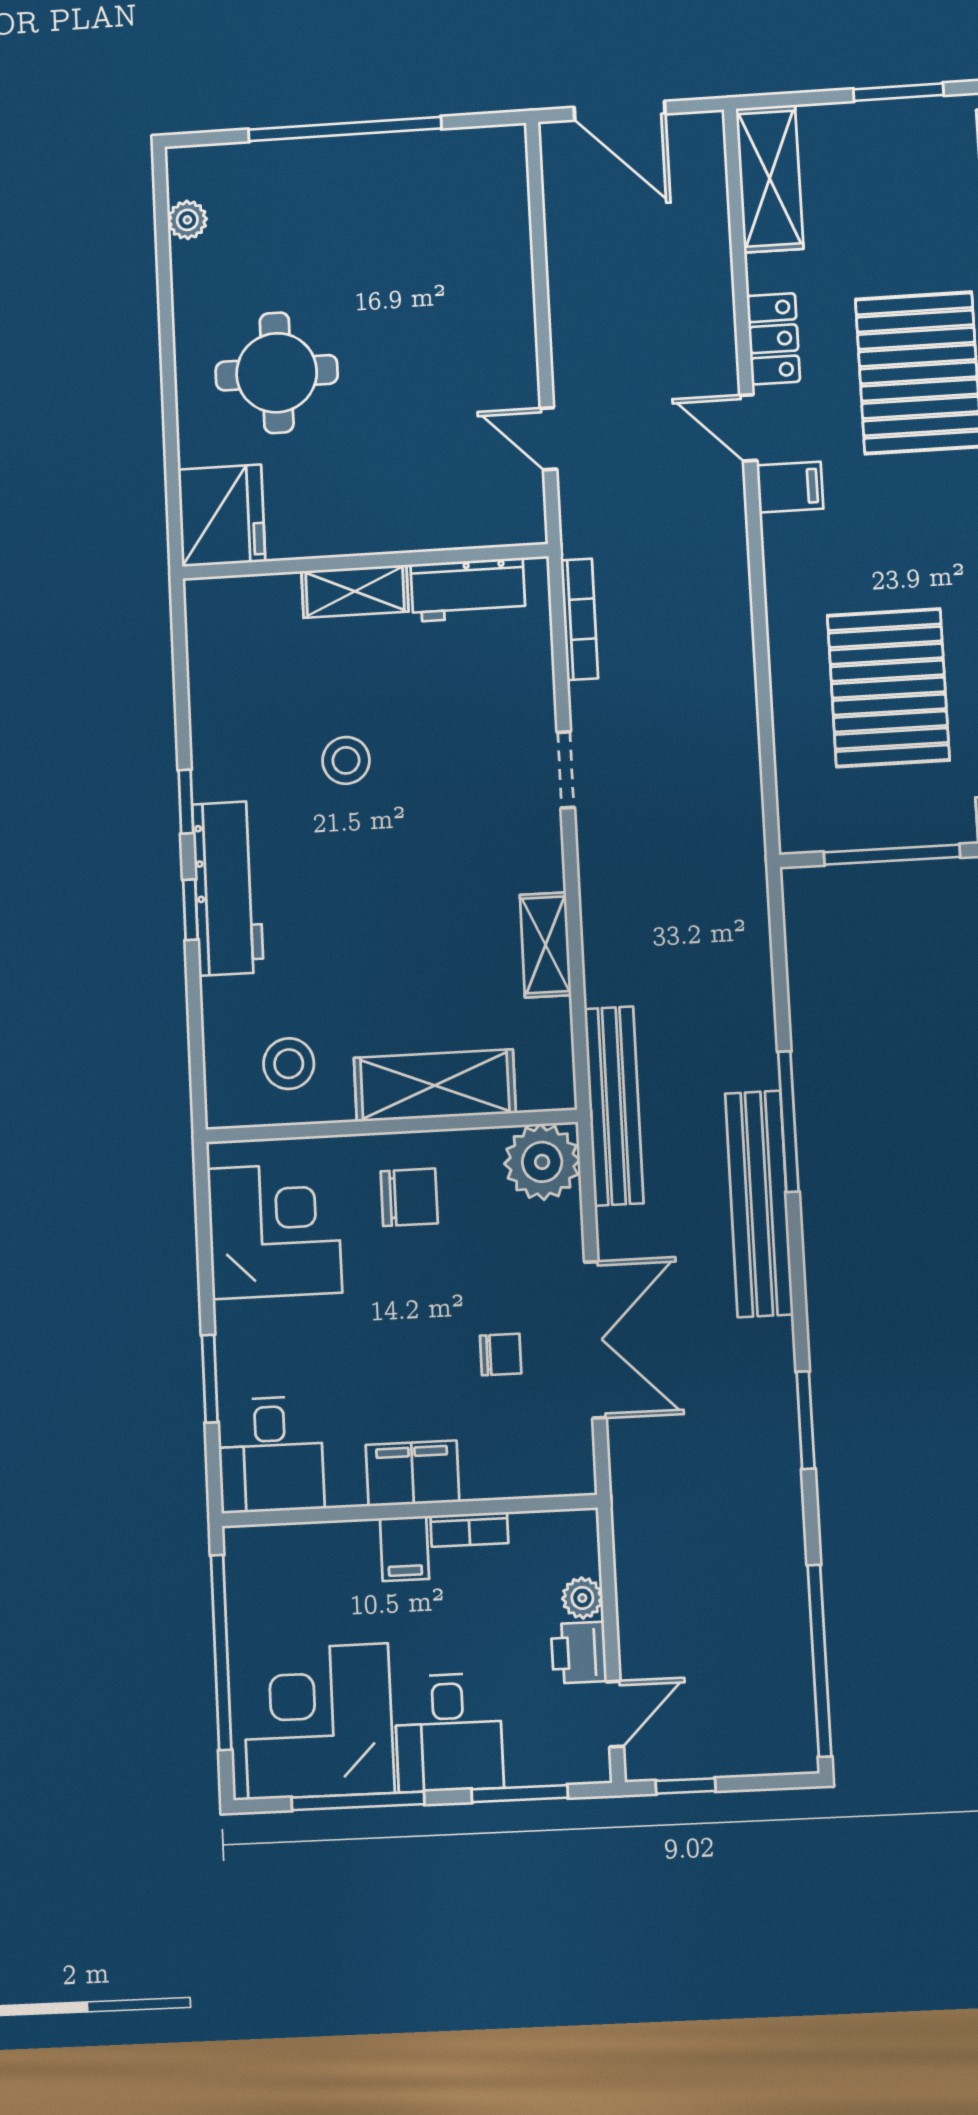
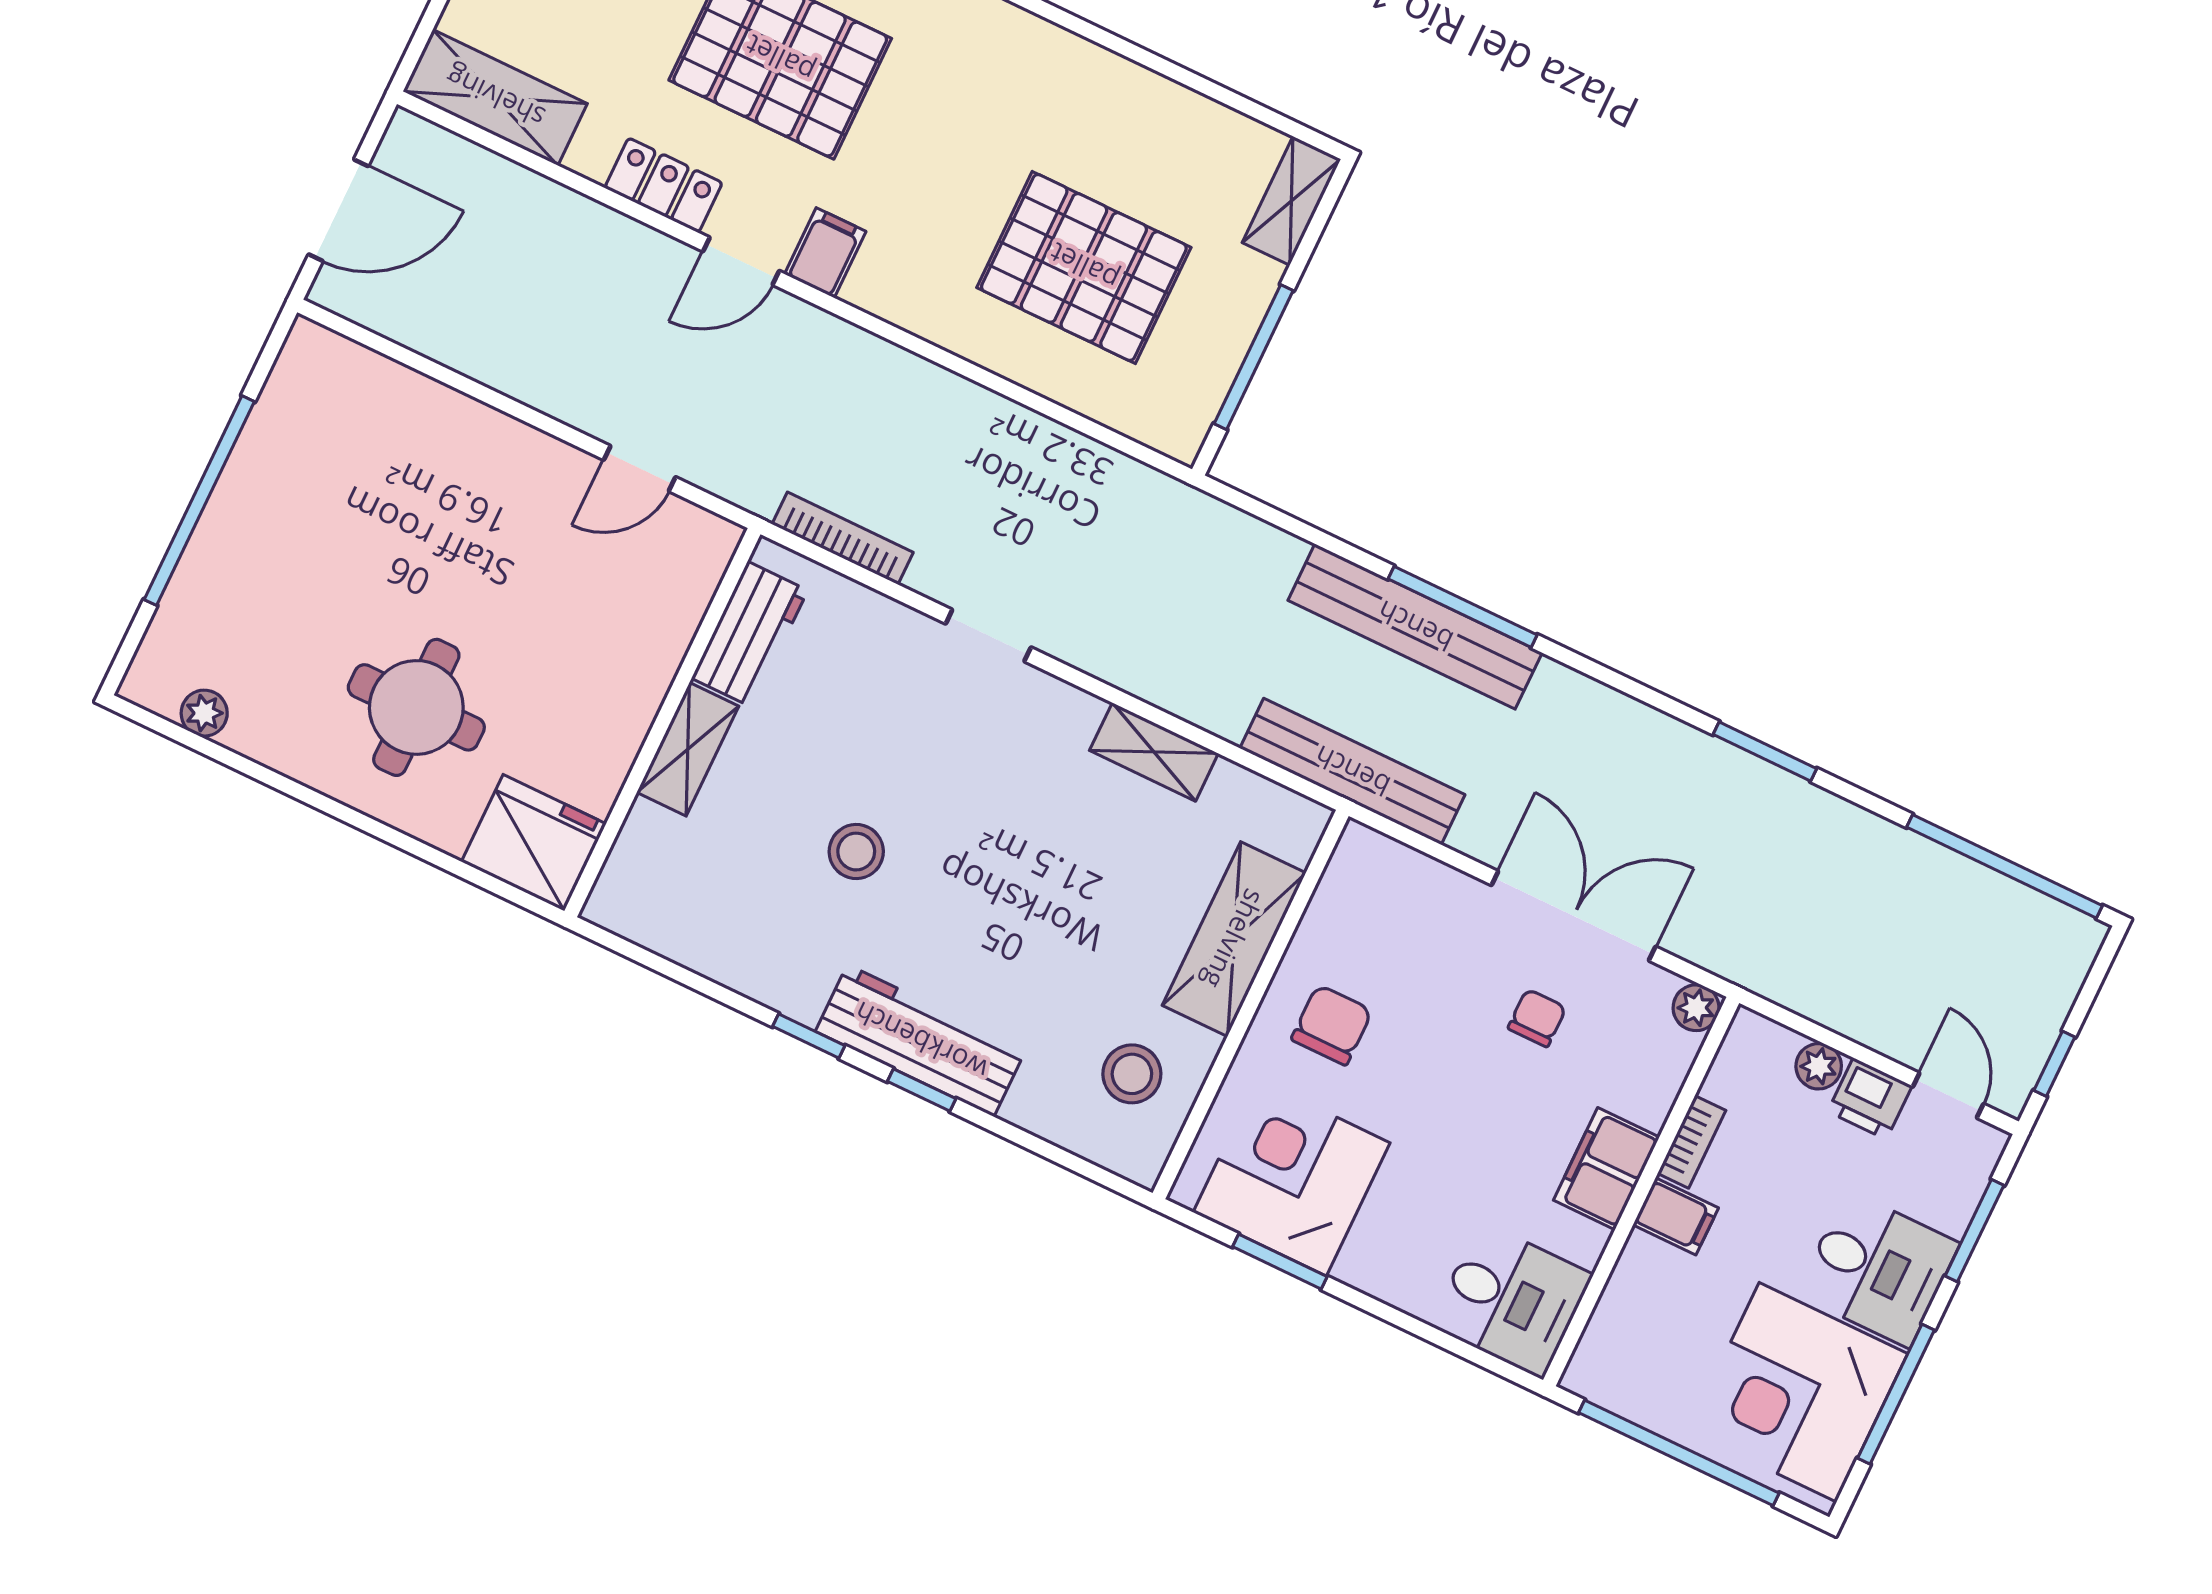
plant: (542, 1162) -> (1696, 1008), moved, width x0.53, depth x0.53
bench: (759, 1204) -> (1415, 626), moved
window: (210, 1379) -> (1280, 1262), moved

